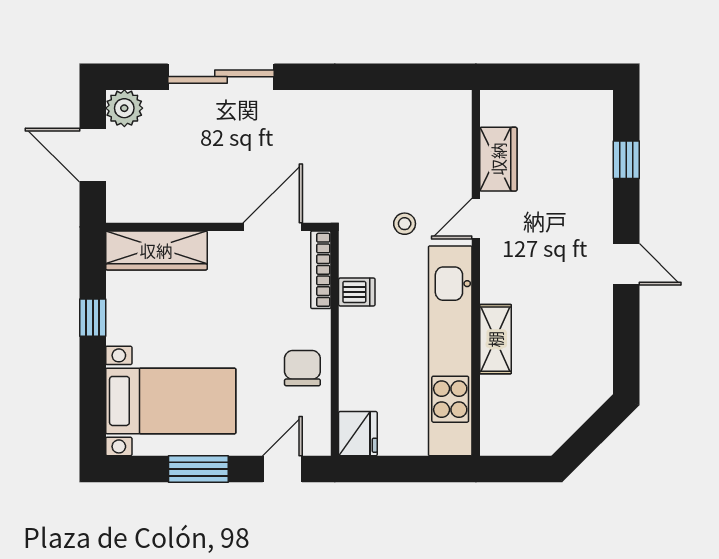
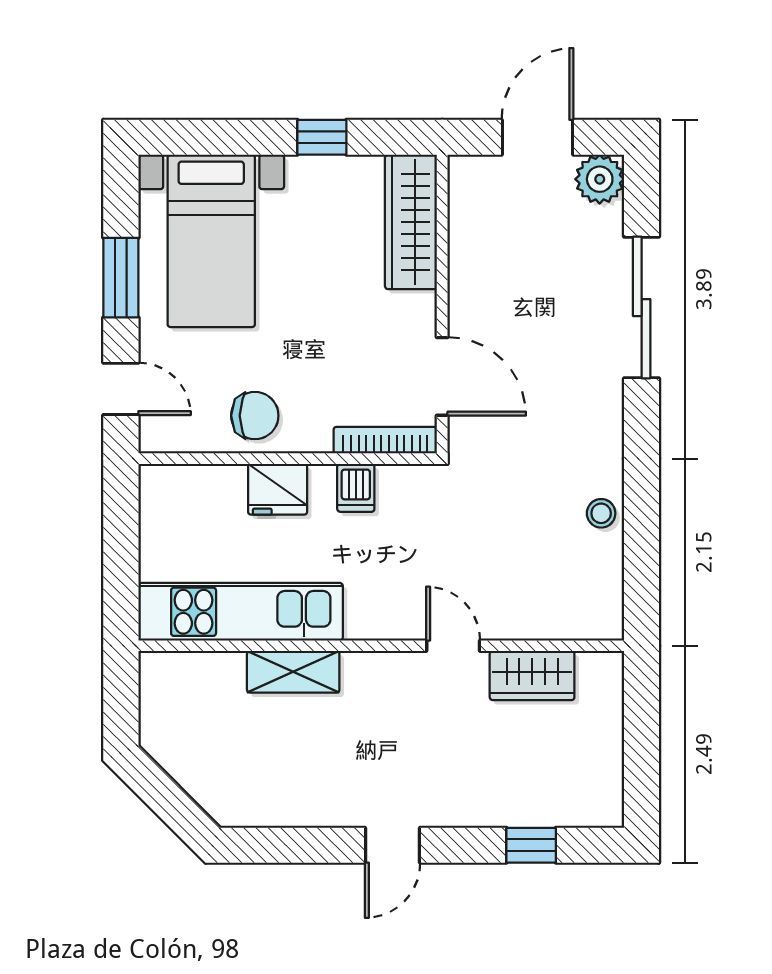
stool: (405, 224) -> (601, 513), moved
kitchen unit: (450, 351) -> (241, 612), width x0.73
fridge: (358, 434) -> (278, 489), moved

